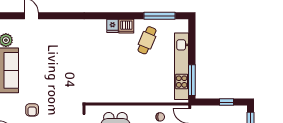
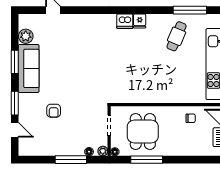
dishwasher: (126, 26) -> (125, 21), moved

